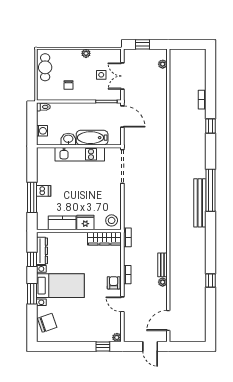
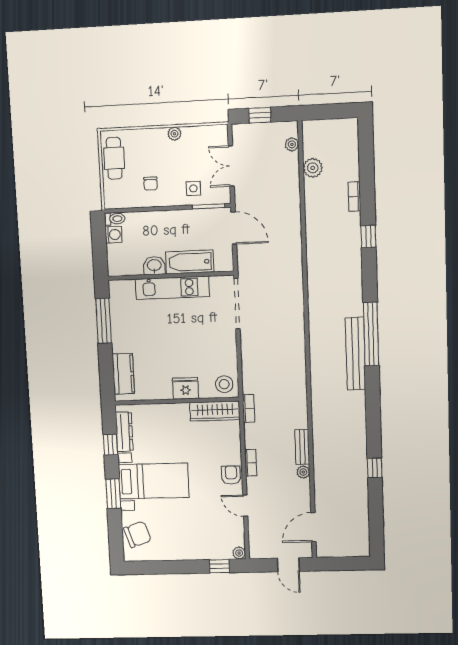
side table: (101, 75) -> (193, 188), moved
plant: (176, 80) -> (313, 168), added
washing machine: (42, 131) -> (114, 235), moved
dishwasher: (44, 191) -> (122, 344), removed
window: (32, 197) -> (104, 321), moved
kitchen counter: (62, 223) -> (123, 374), moved, turned 90

